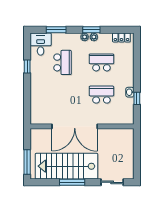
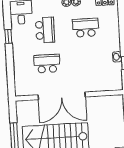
school desk: (101, 95) -> (47, 64), moved

